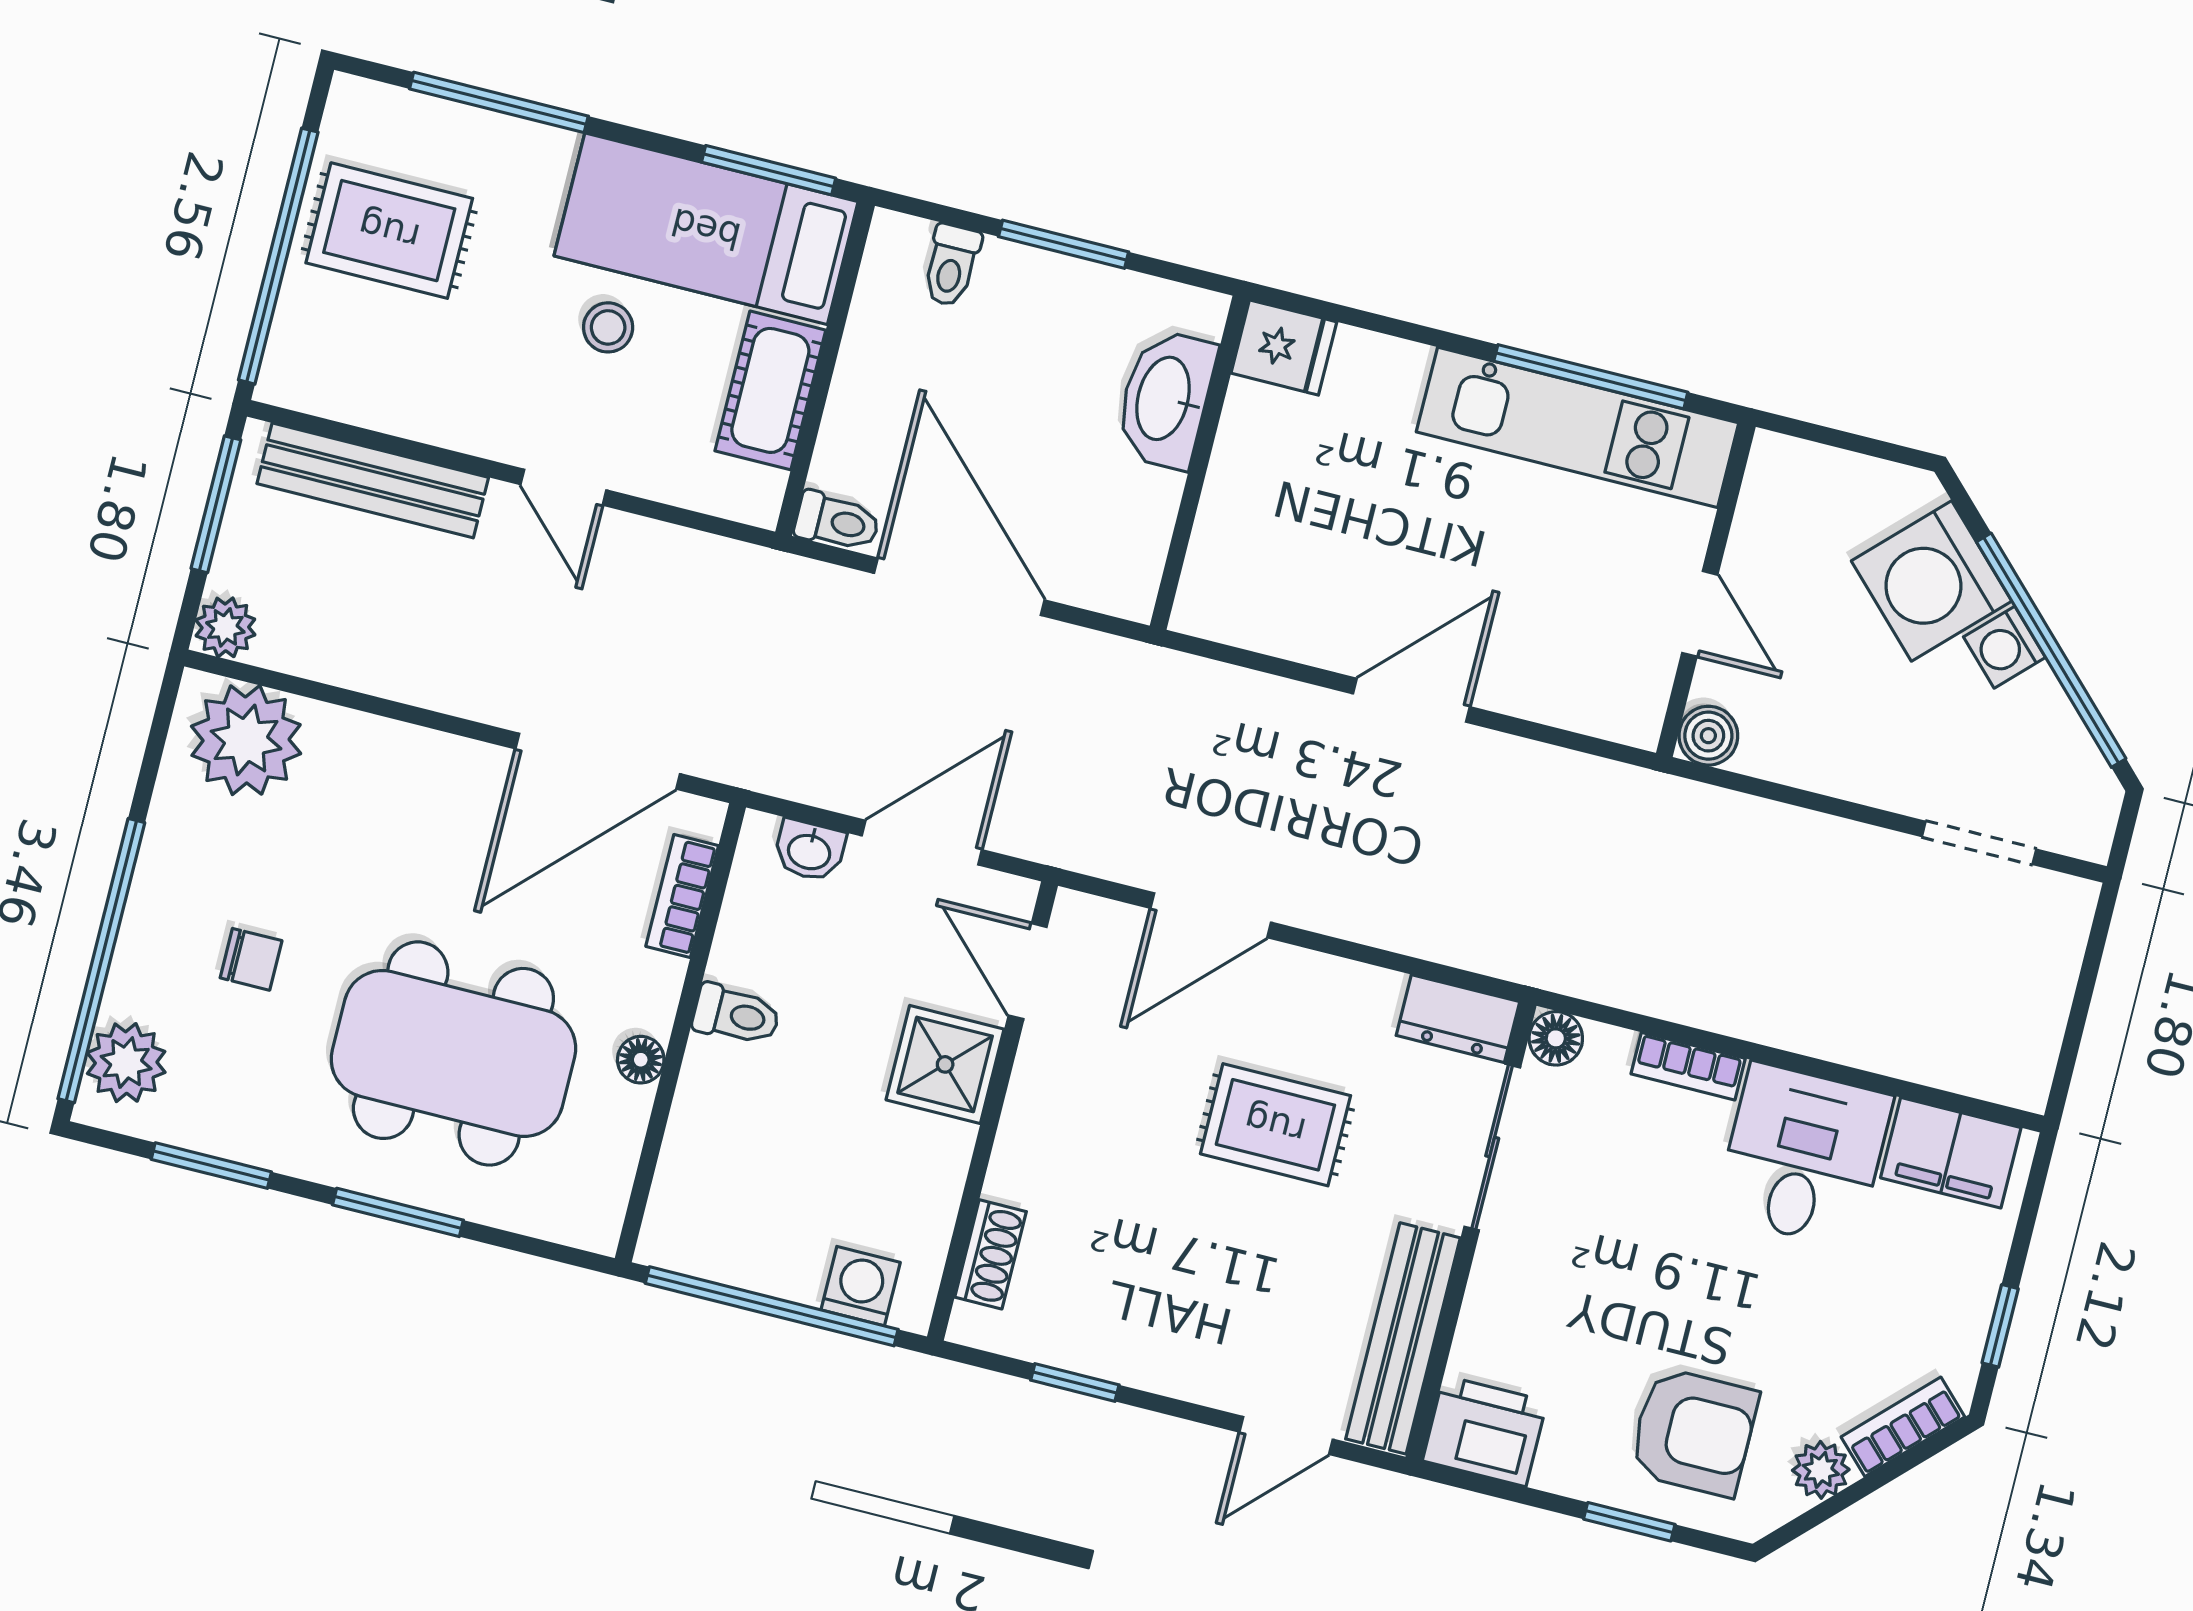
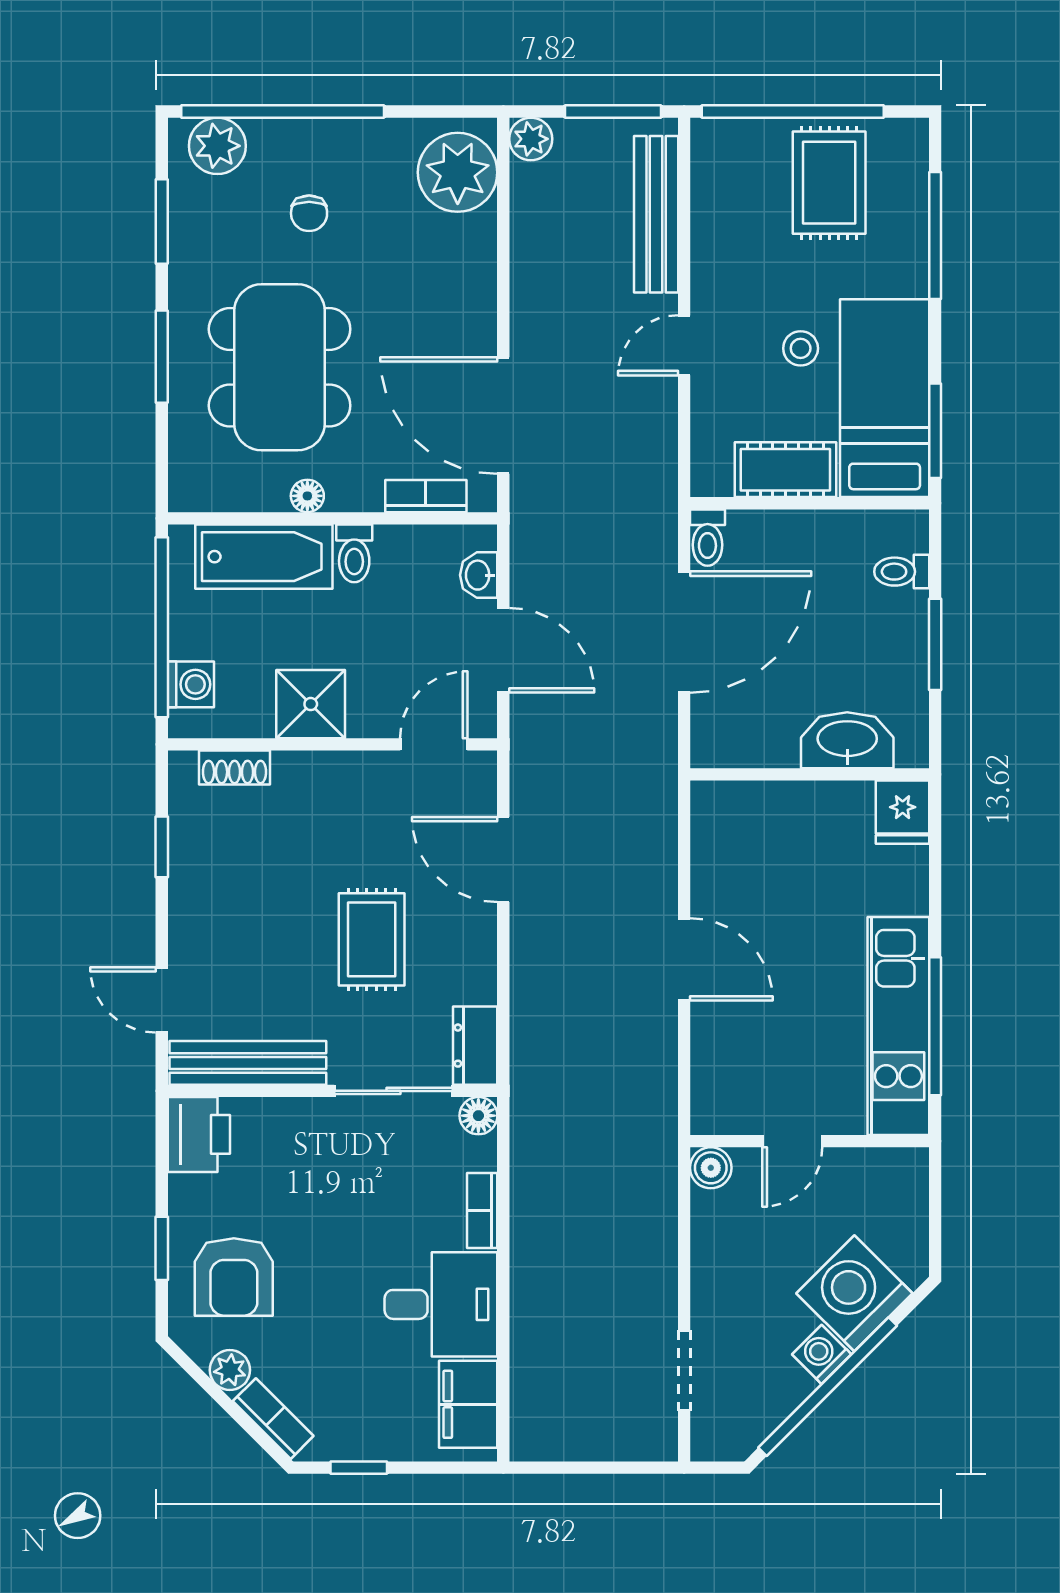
shower: (945, 1064) -> (311, 704), moved
bathtub: (709, 1141) -> (264, 557), added

